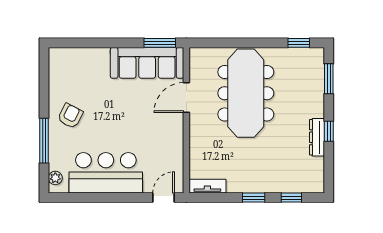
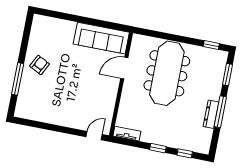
window: (160, 43) -> (113, 26), removed
window: (329, 131) -> (220, 112), width x2.17
bar counter: (106, 173) -> (57, 110), removed
plant: (55, 178) -> (20, 107), removed

